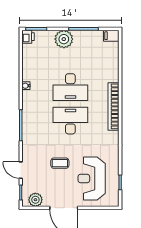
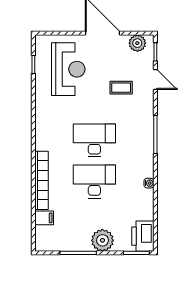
filing cabinet: (111, 36) -> (44, 218), moved
printer: (28, 37) -> (143, 236), width x1.87, depth x1.48
bookcase: (113, 106) -> (42, 180), moved
desk: (70, 121) -> (94, 140), turned 180
coffee table: (60, 163) -> (121, 88), moved

